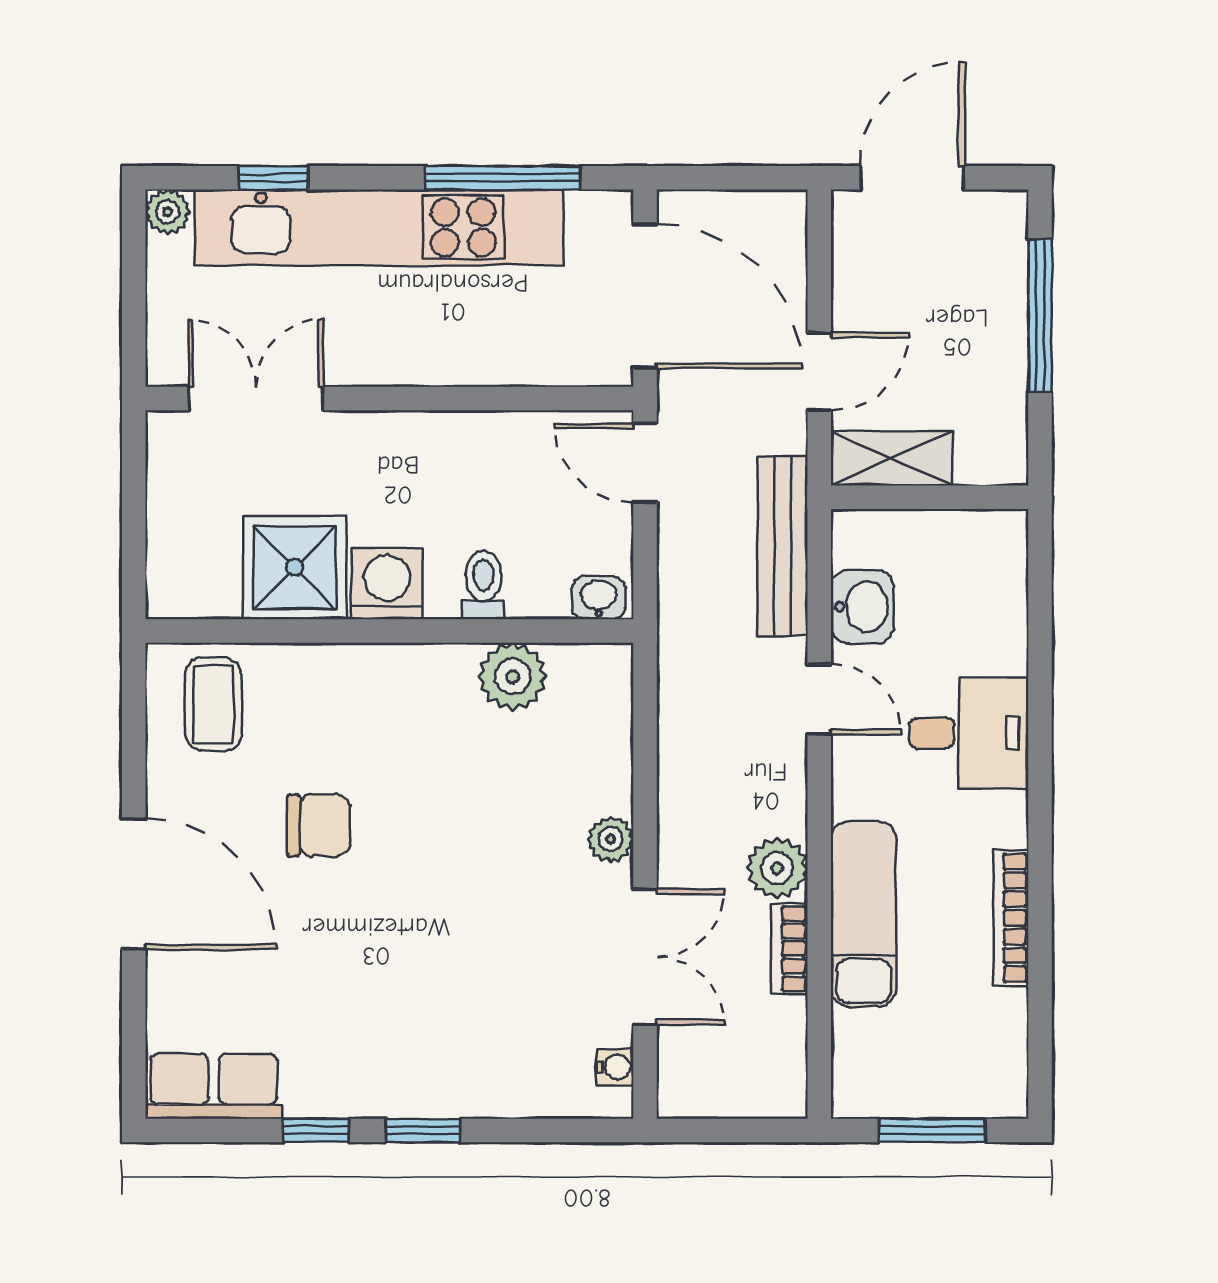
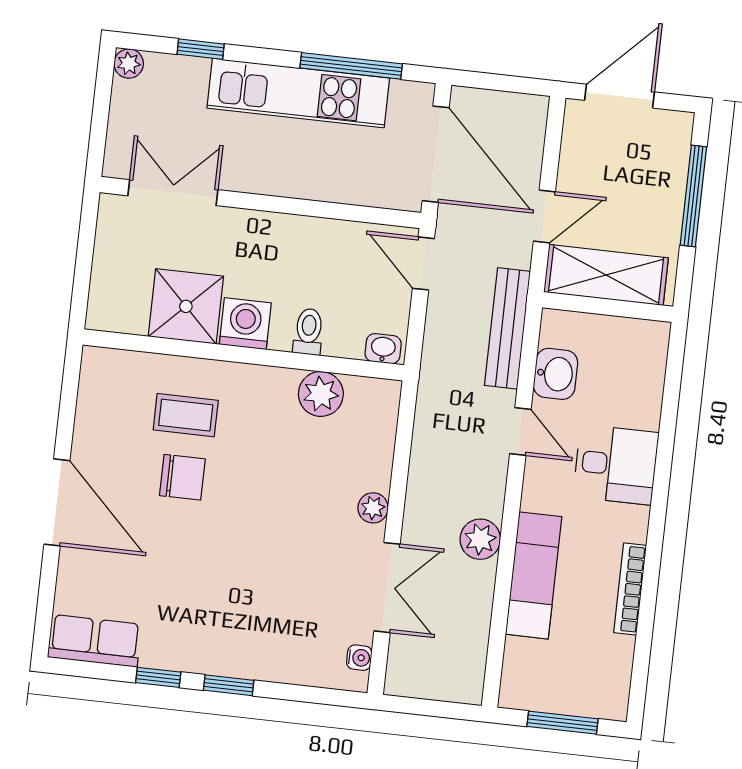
kitchen unit: (379, 227) -> (298, 93), width x0.73
shelving: (892, 458) -> (606, 275), width x1.50, depth x1.33
coffee table: (213, 704) -> (186, 415), moved, turned 90
bookcase: (790, 949) -> (482, 593), removed

